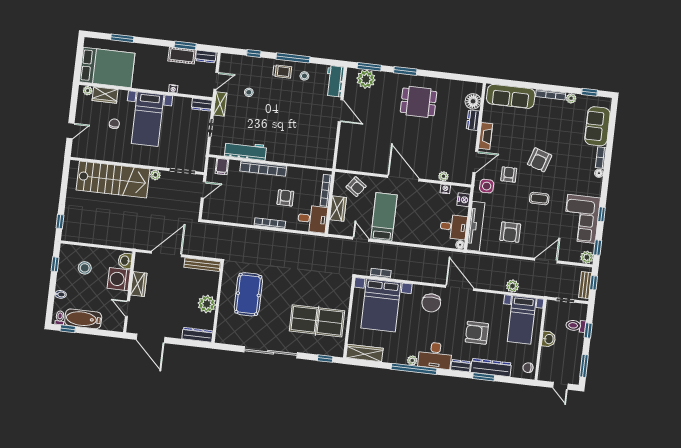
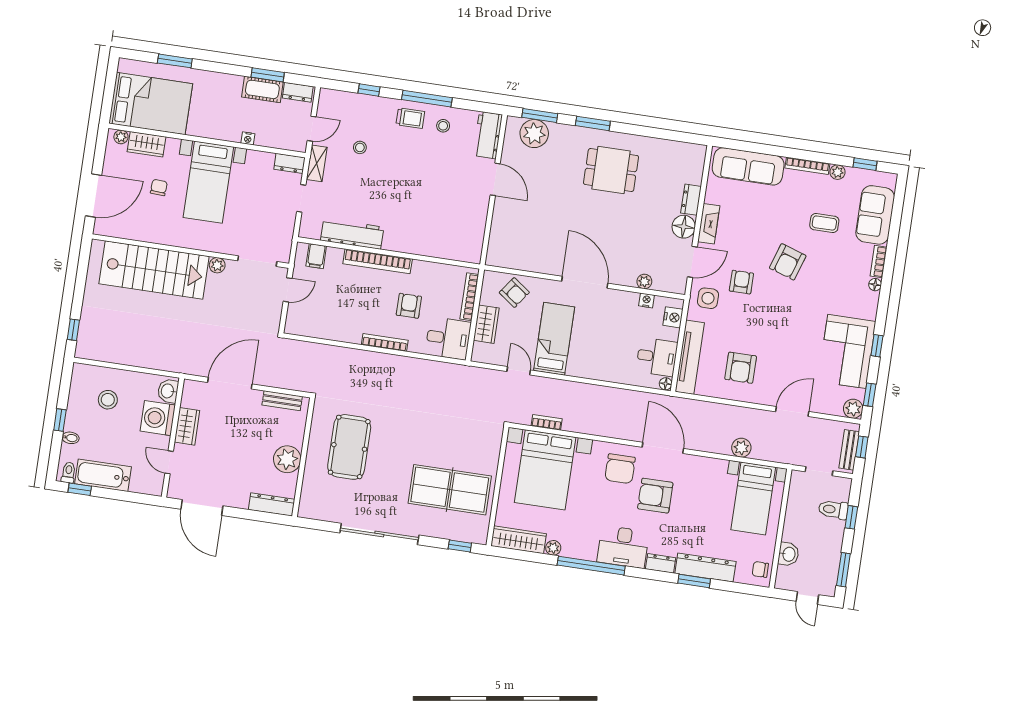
floor lamp: (473, 101) -> (684, 227), moved
door: (70, 131) -> (93, 195), width x1.88
coffee table: (539, 199) -> (824, 223), moved
window: (55, 264) -> (60, 420), moved
bench: (202, 265) -> (282, 401), width x0.73
armchair: (477, 333) -> (655, 496), moved
washbasin: (549, 339) -> (788, 554), moved
plant: (412, 360) -> (553, 548), moved

